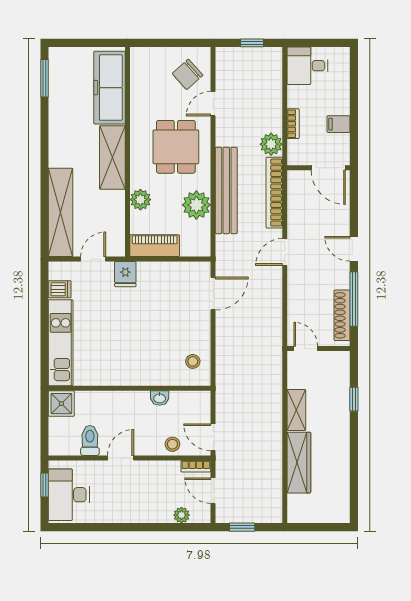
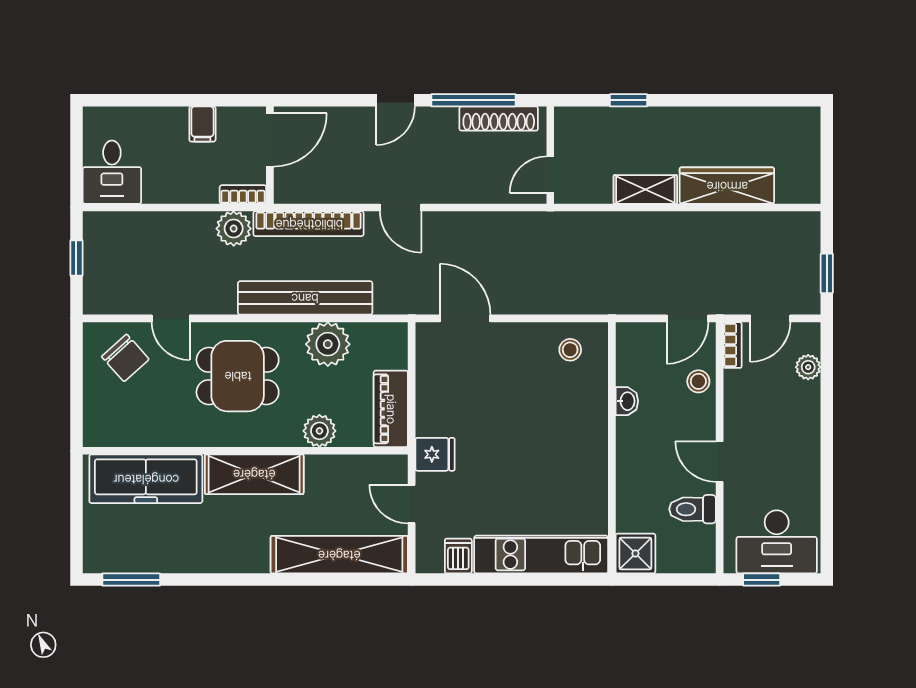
bookcase: (293, 124) -> (243, 194), moved

